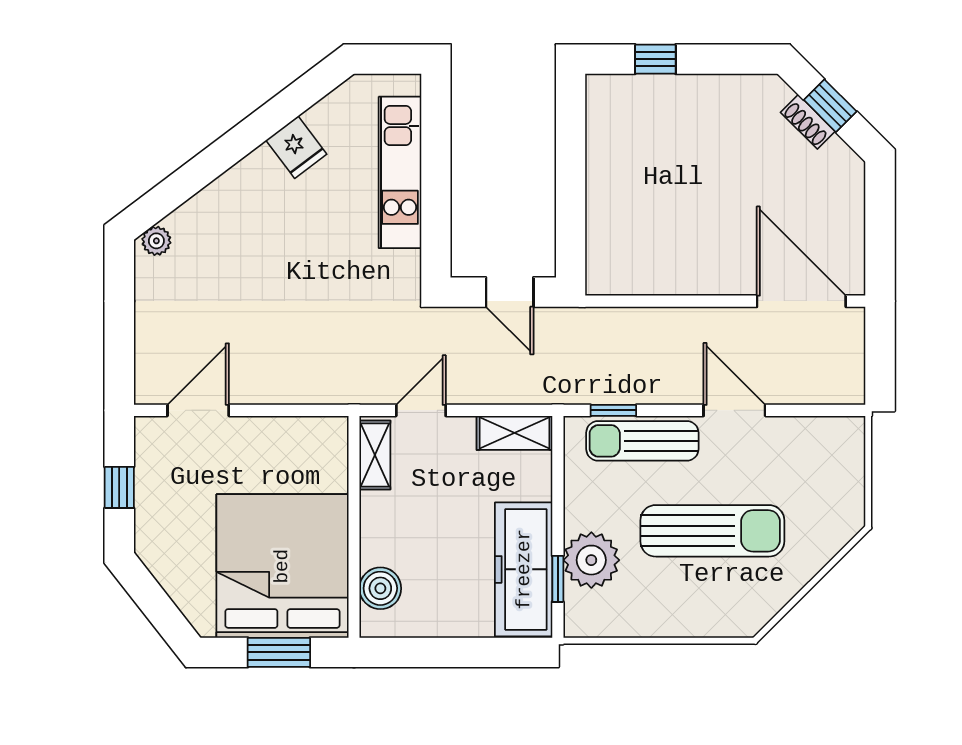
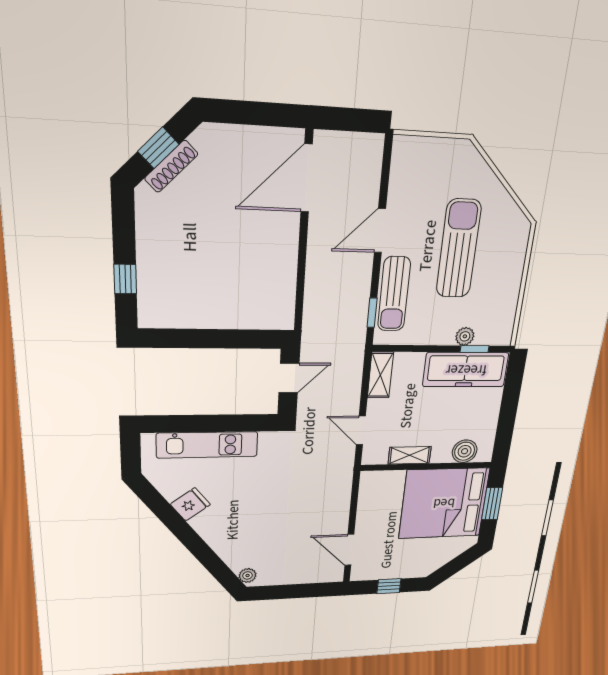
shoe rack: (808, 122) -> (171, 166), width x1.43
shelving: (375, 455) -> (410, 455), moved
plant: (591, 560) -> (465, 336), width x0.53, depth x0.53

